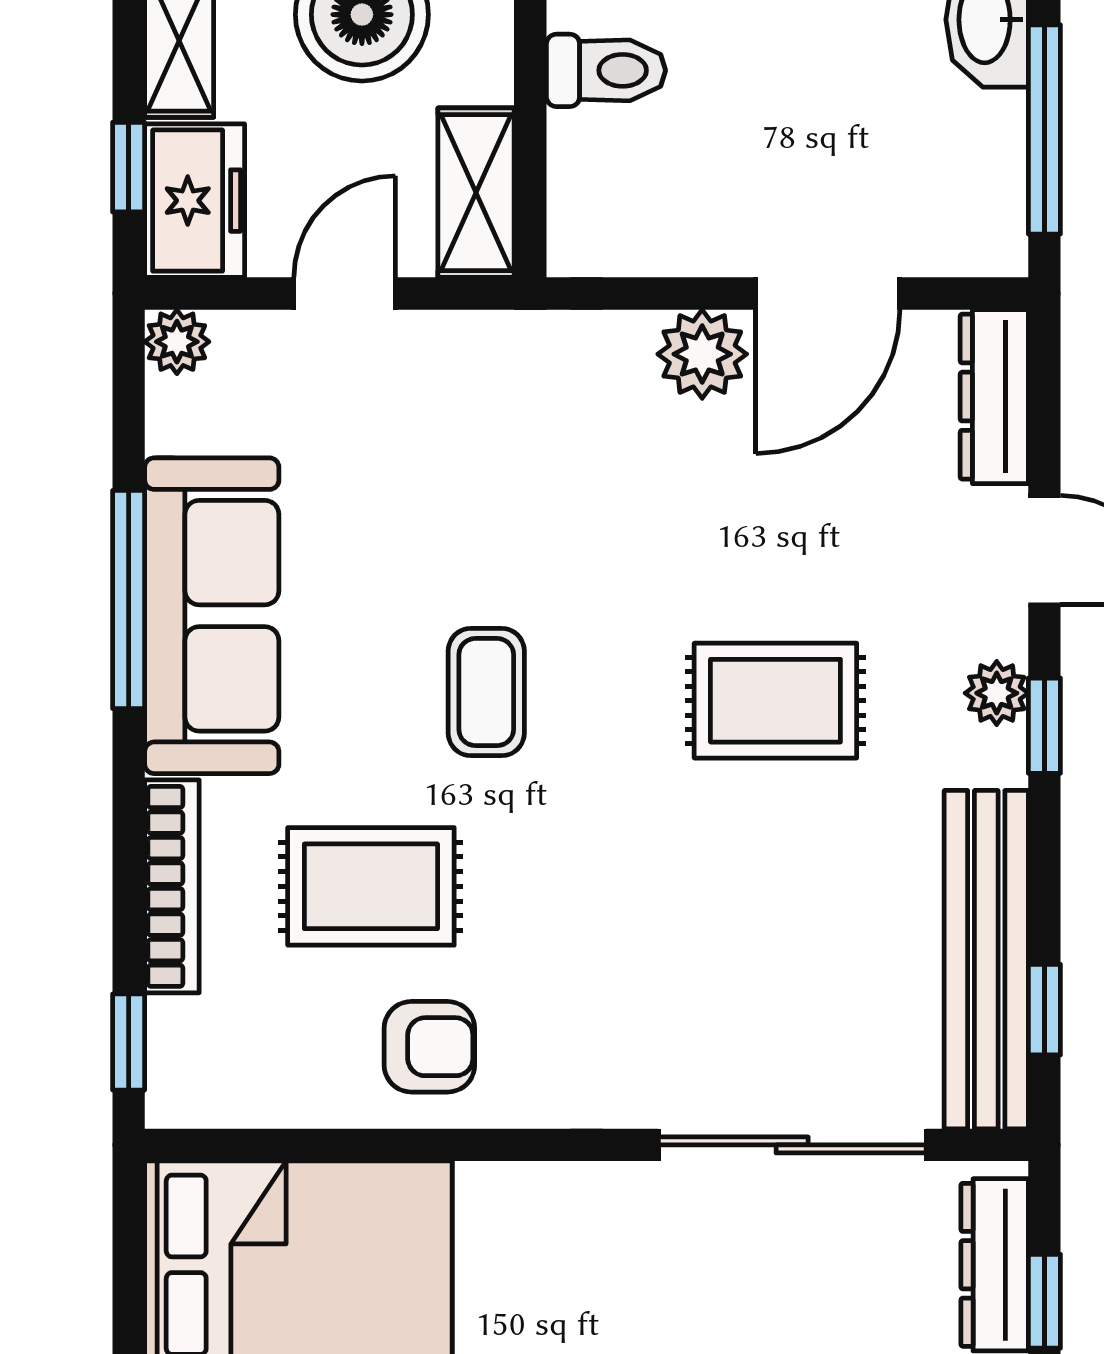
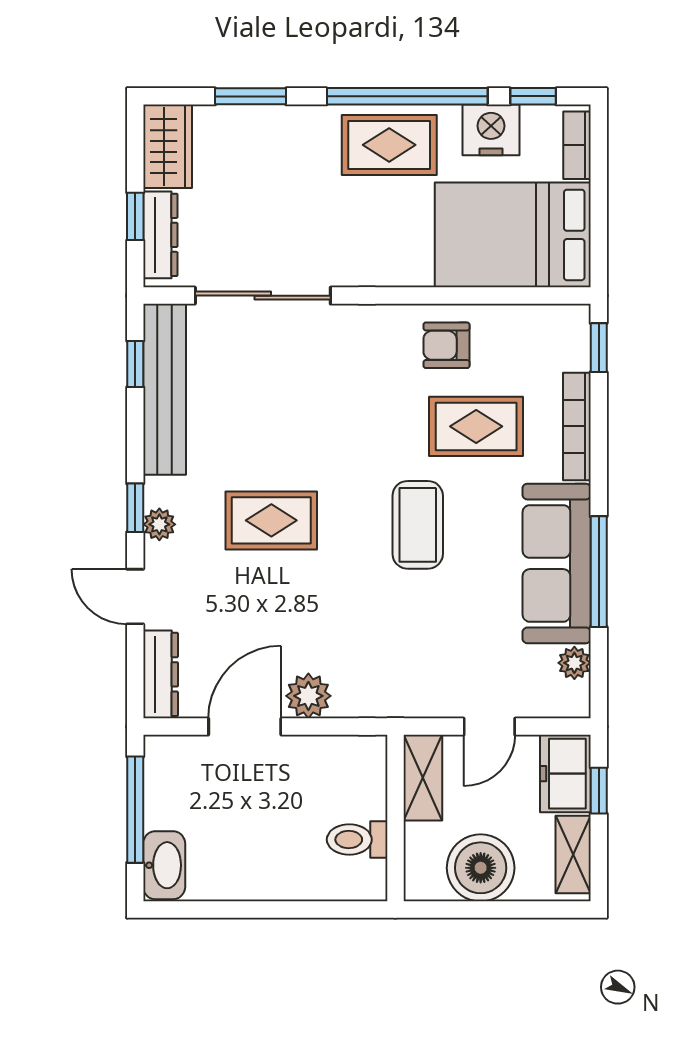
plant: (177, 342) -> (574, 663), moved
coffee table: (486, 692) -> (418, 525), width x1.36, depth x1.30

